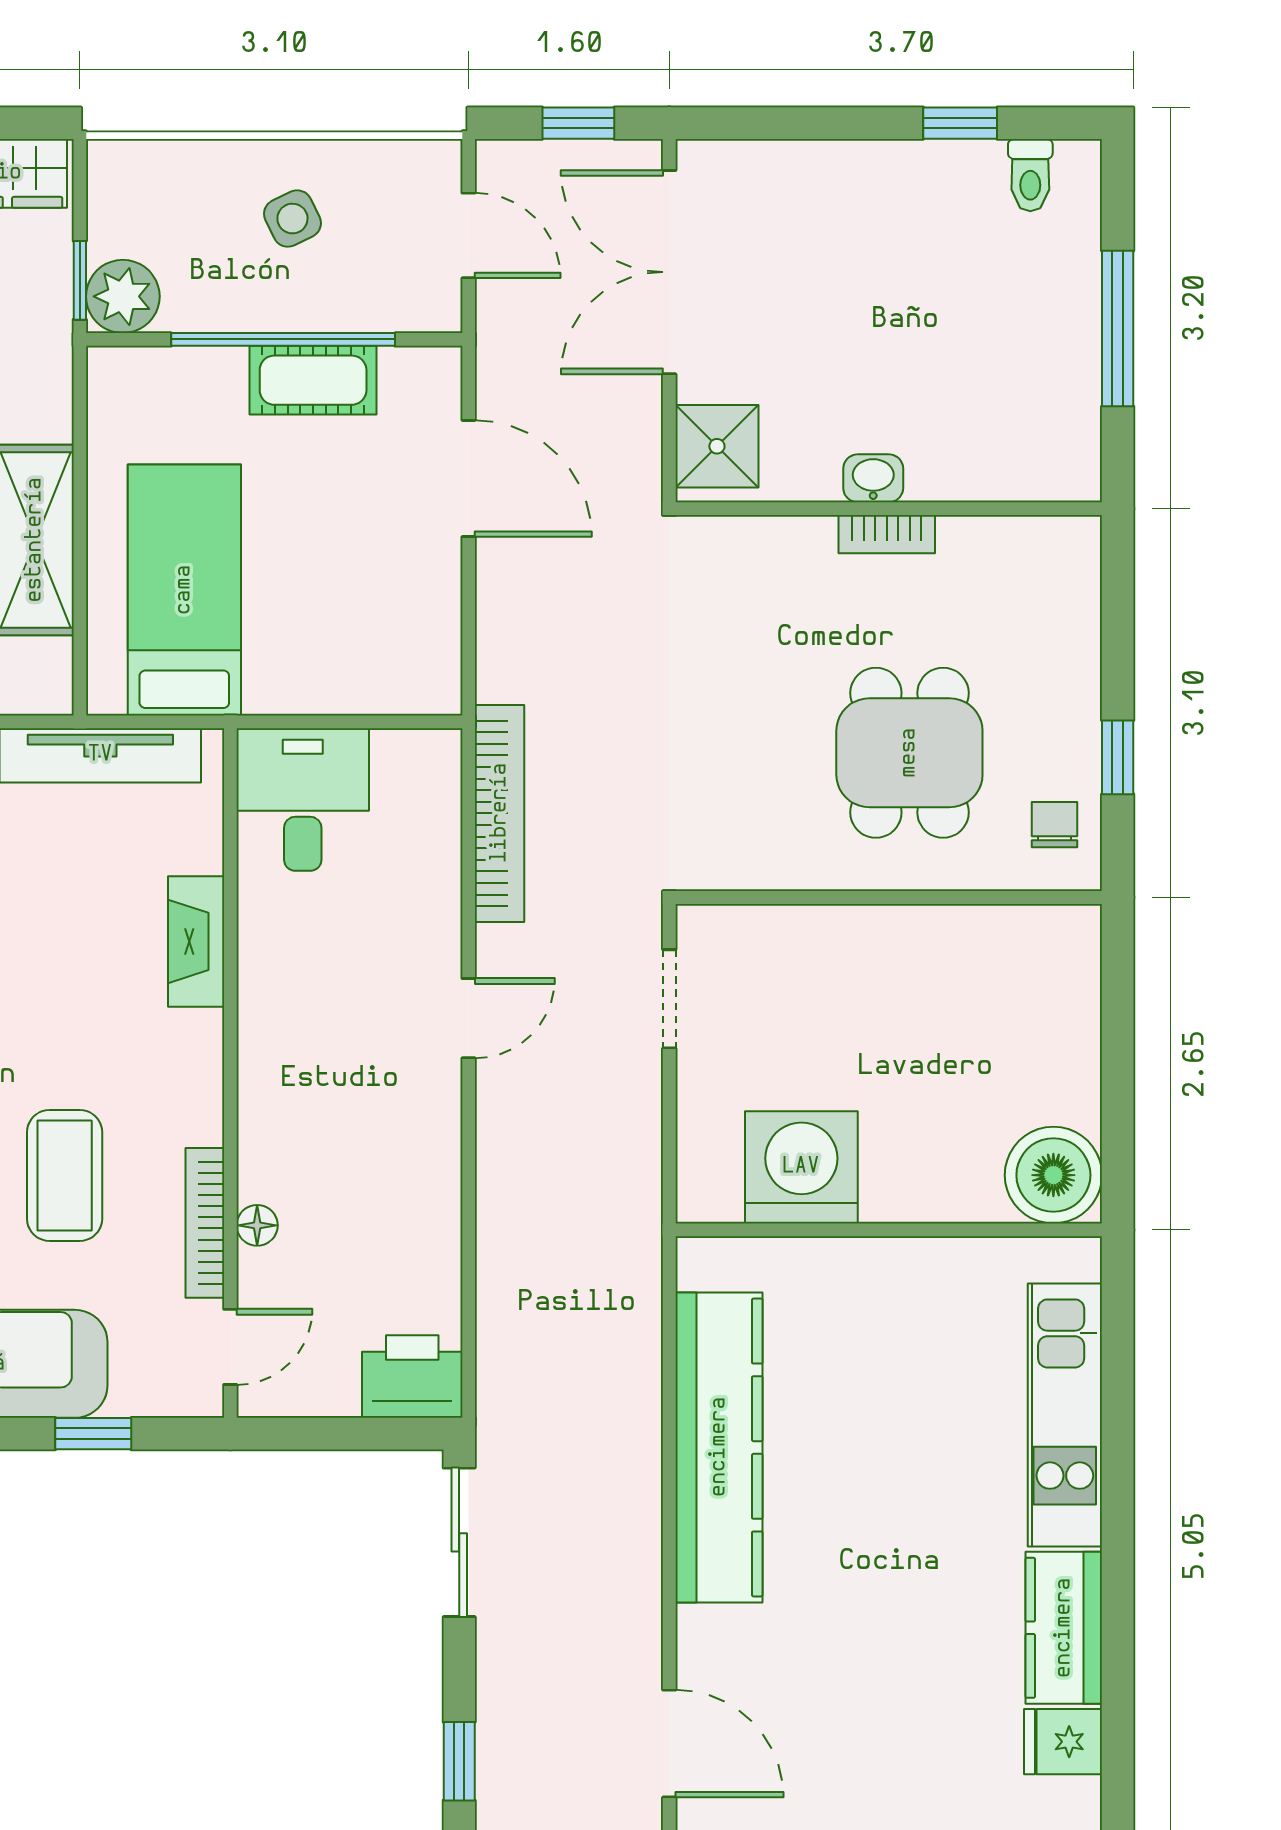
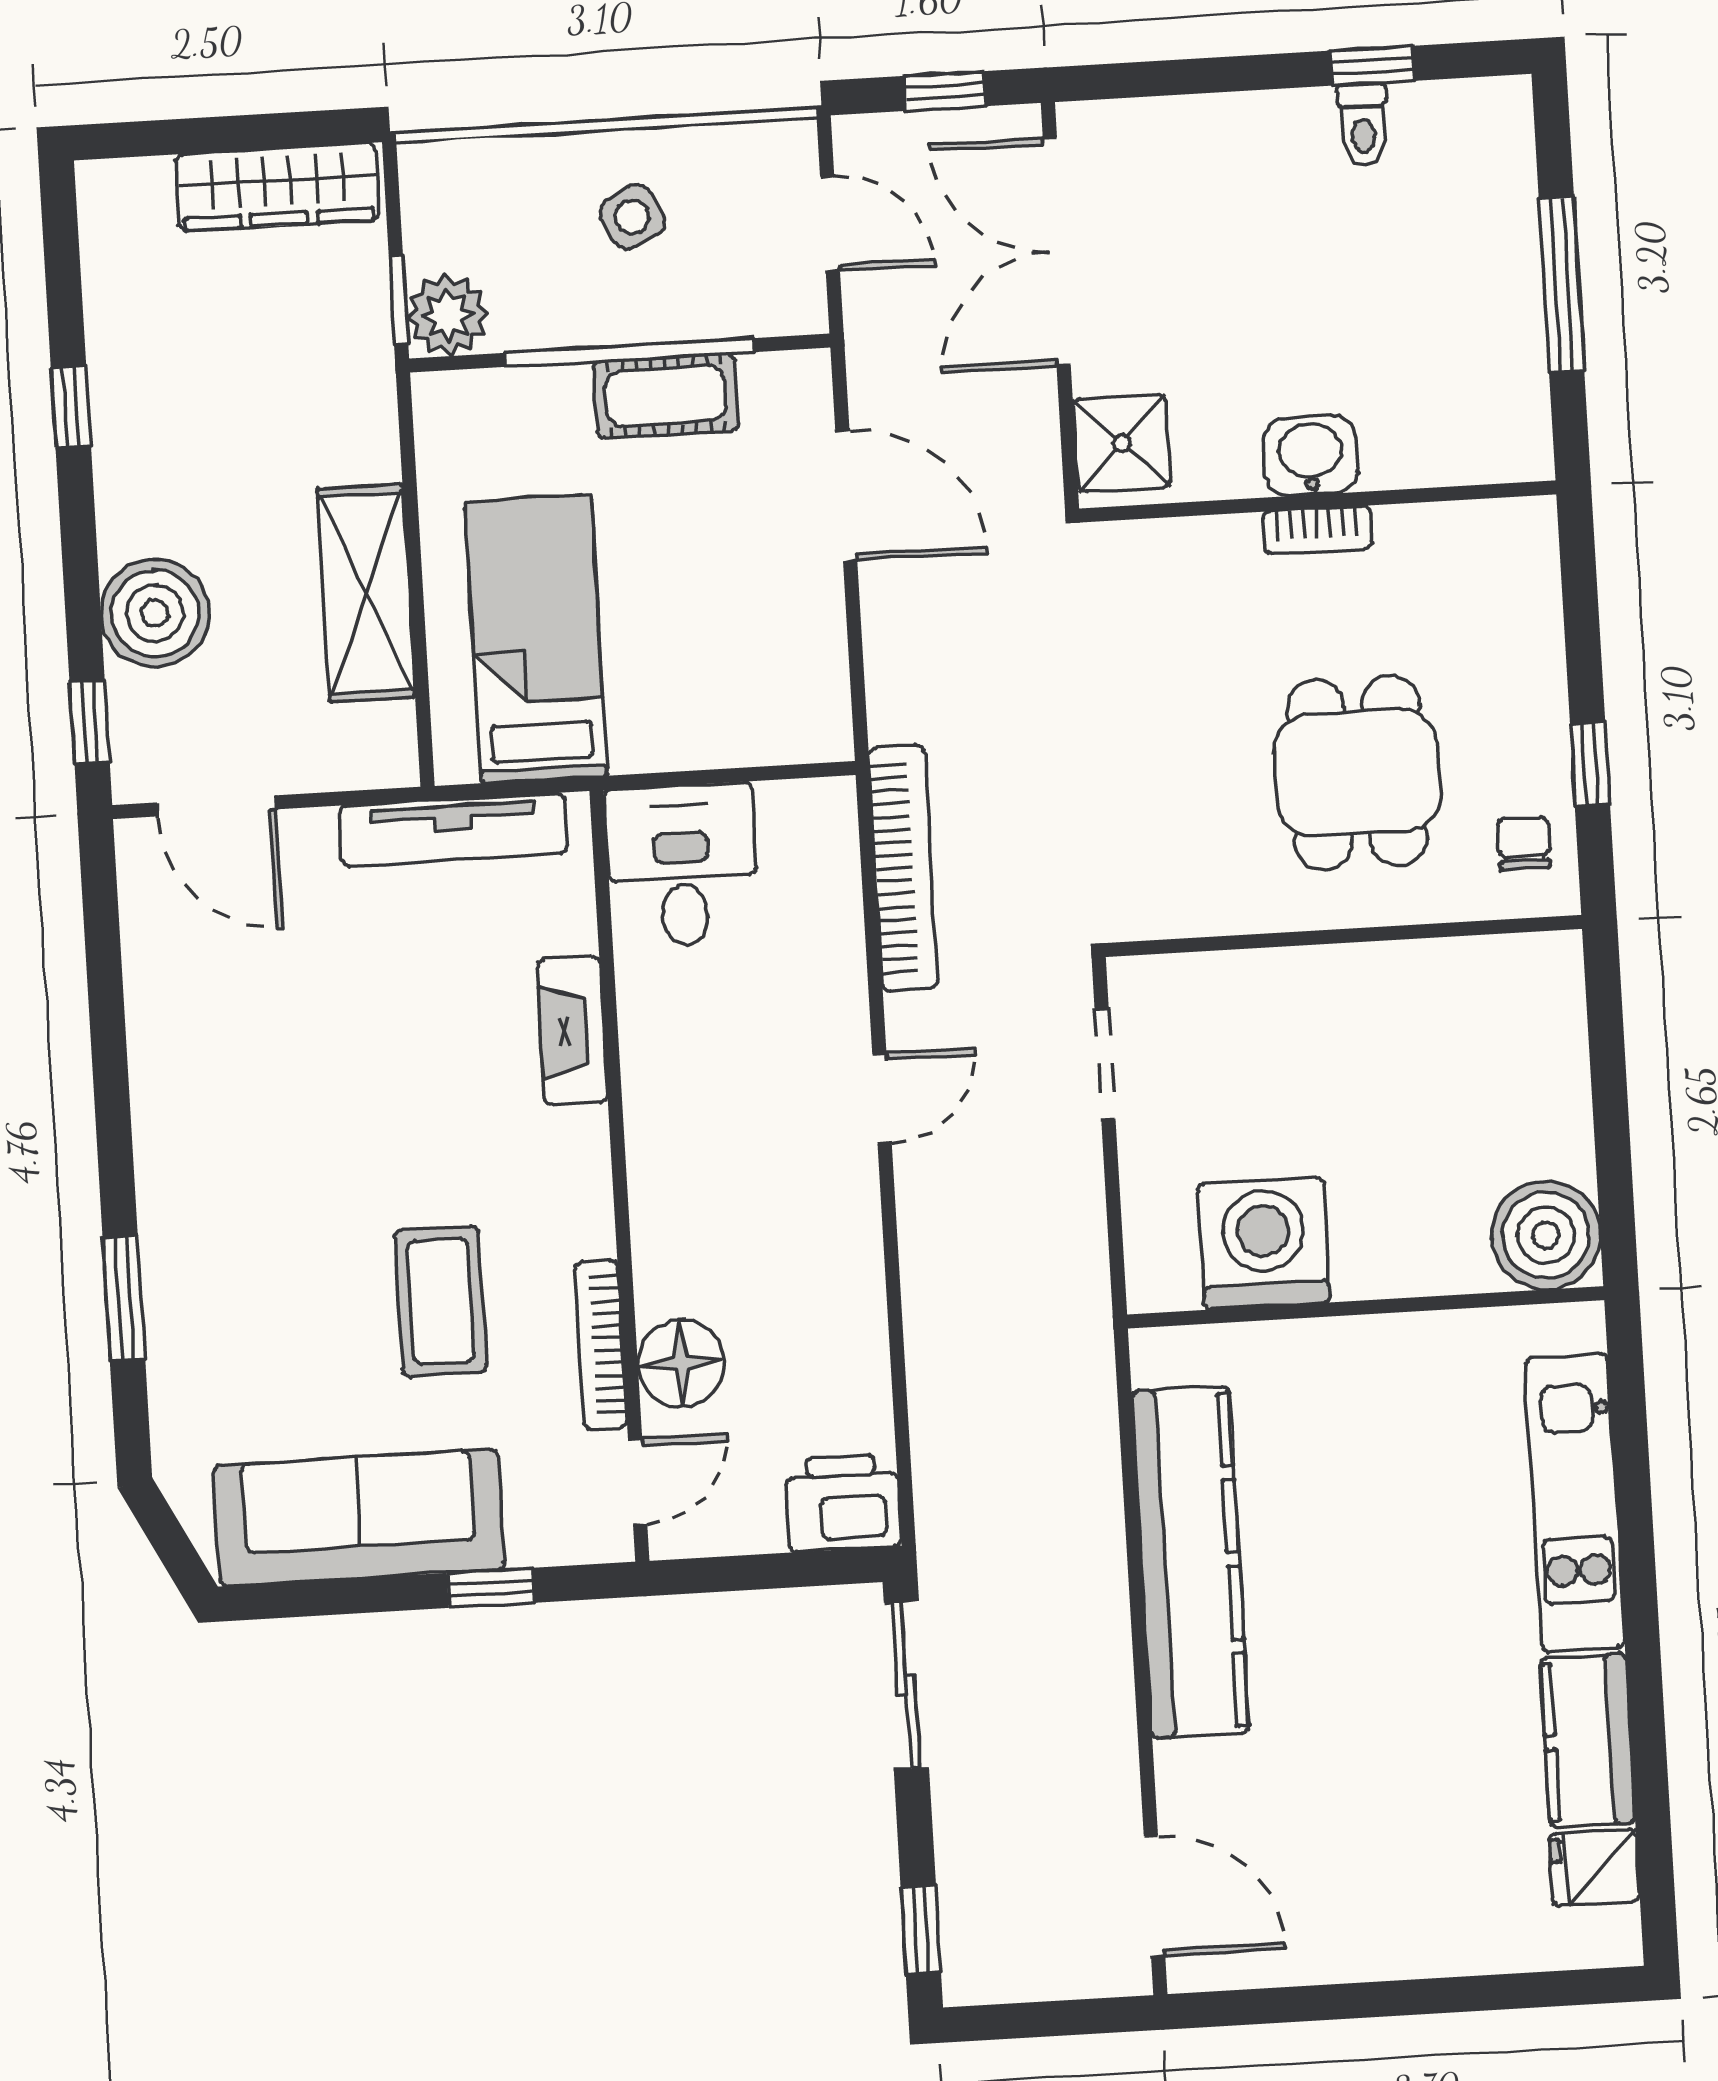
toilet: (1030, 175) -> (1363, 125), moved
washbasin: (873, 478) -> (1310, 456), width x1.38, depth x1.45
floor lamp: (257, 1225) -> (681, 1363), width x1.89, depth x1.89

